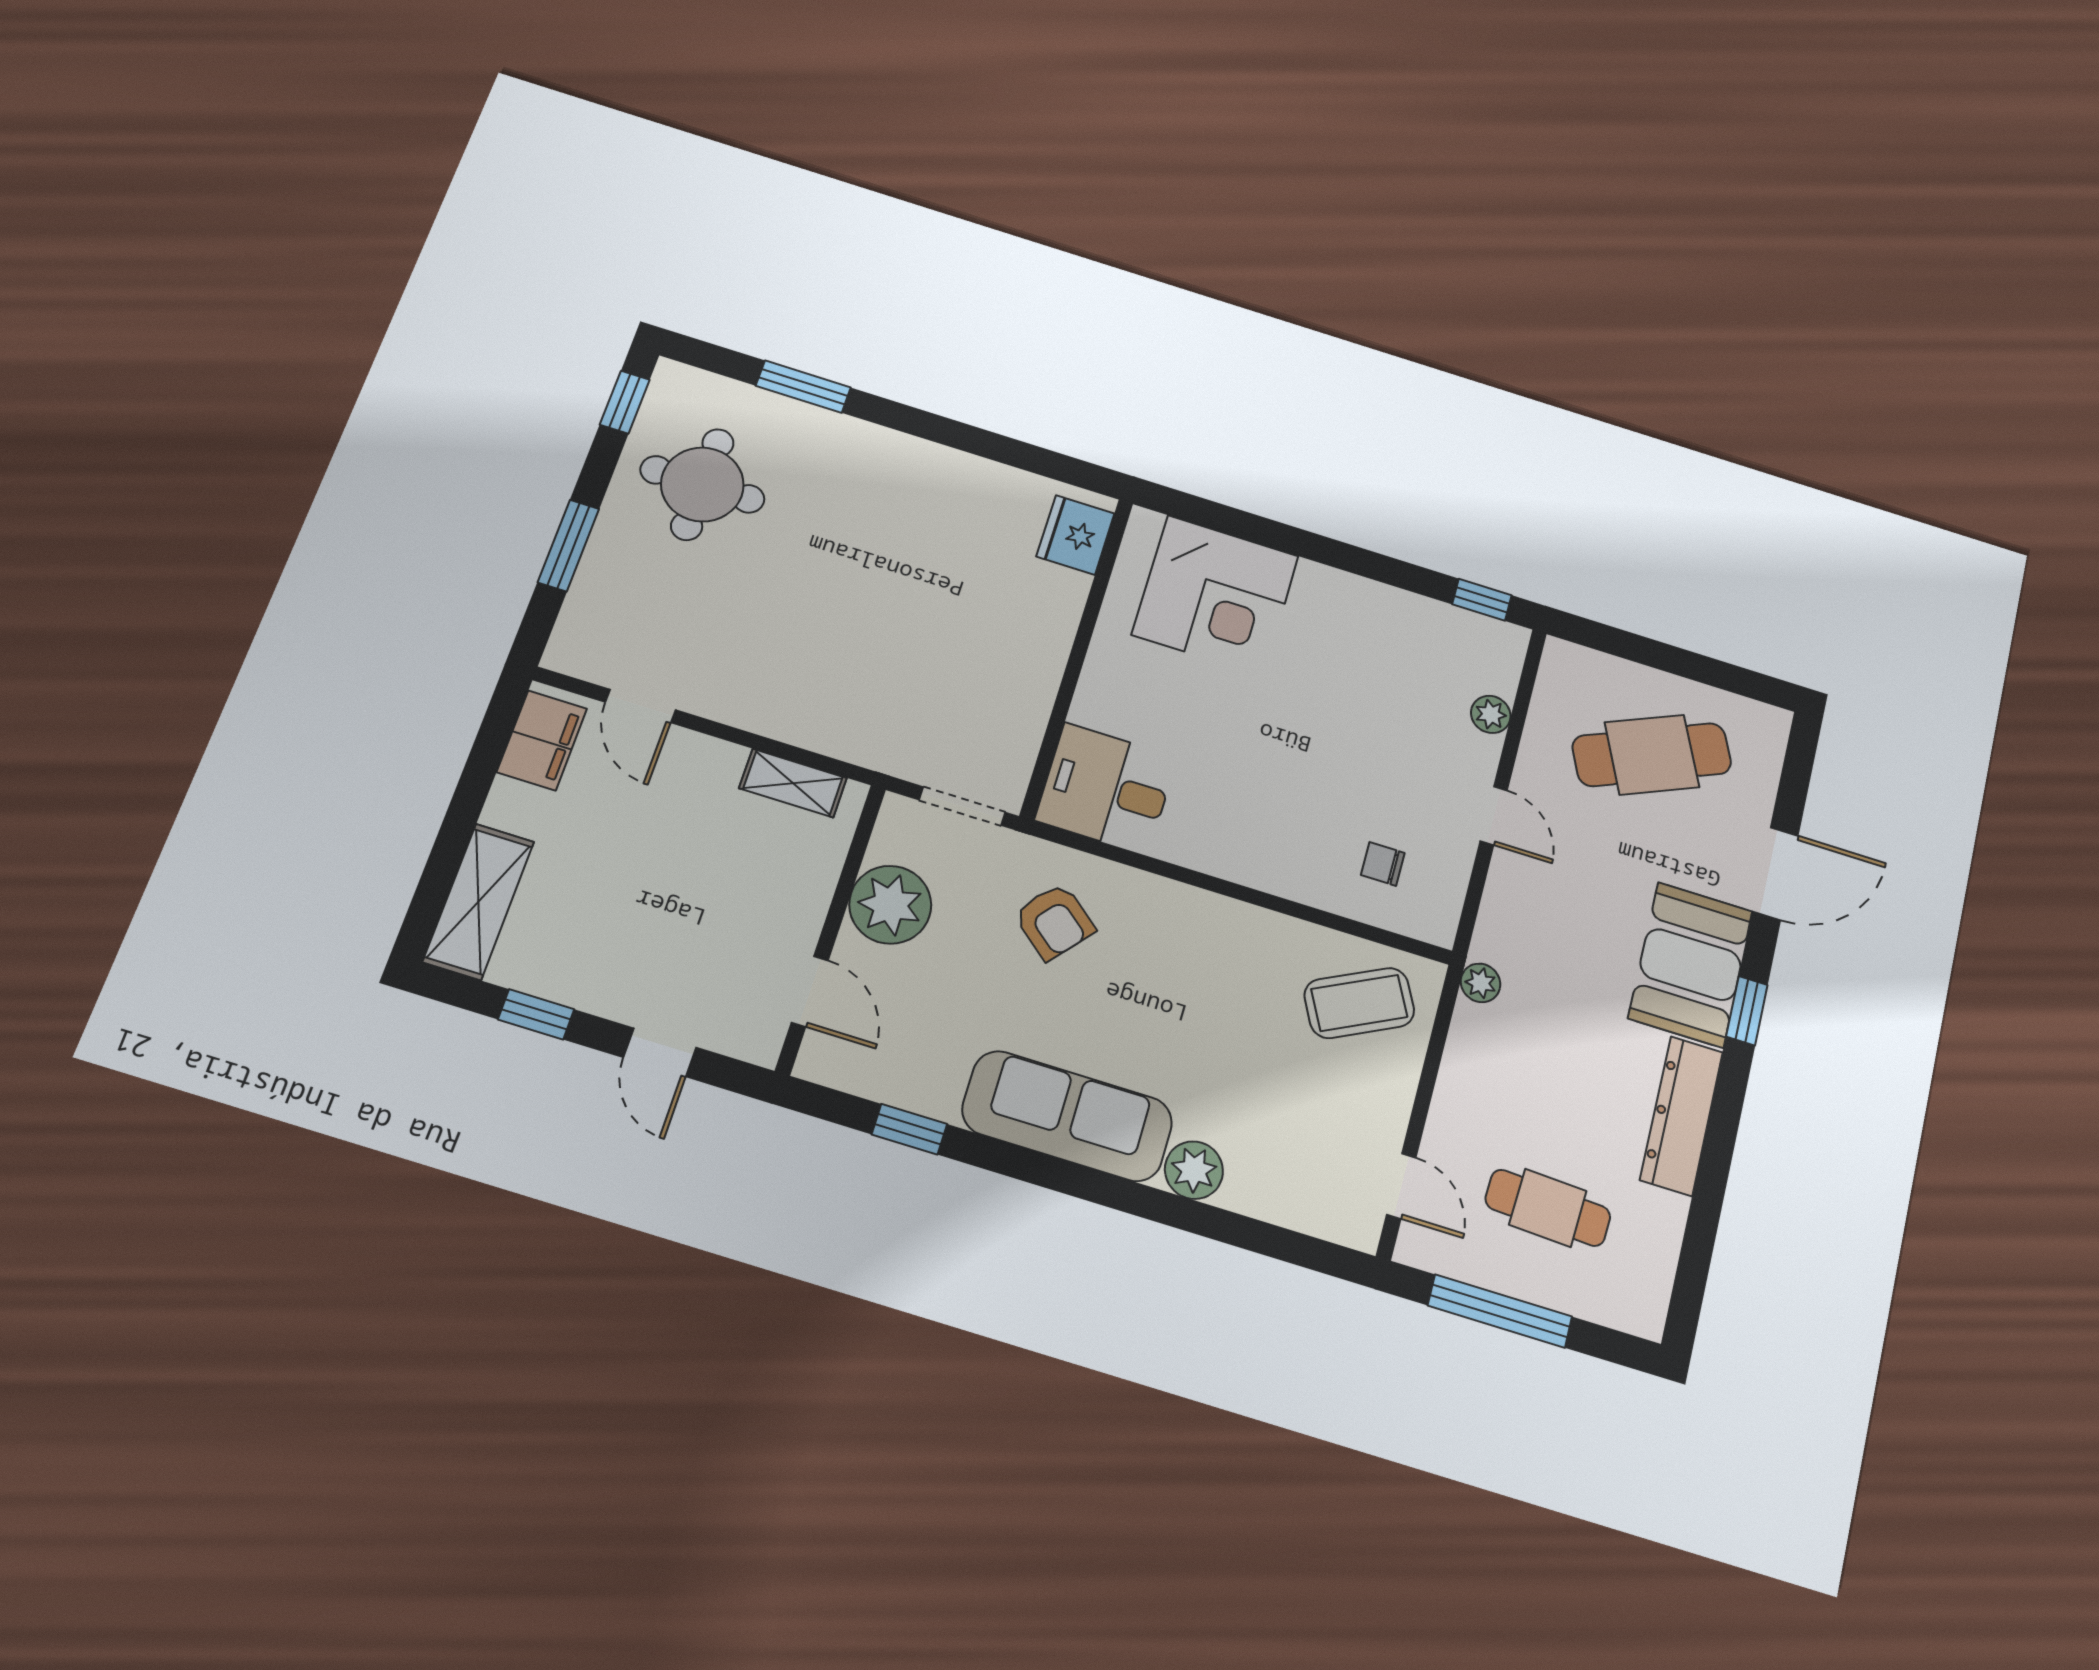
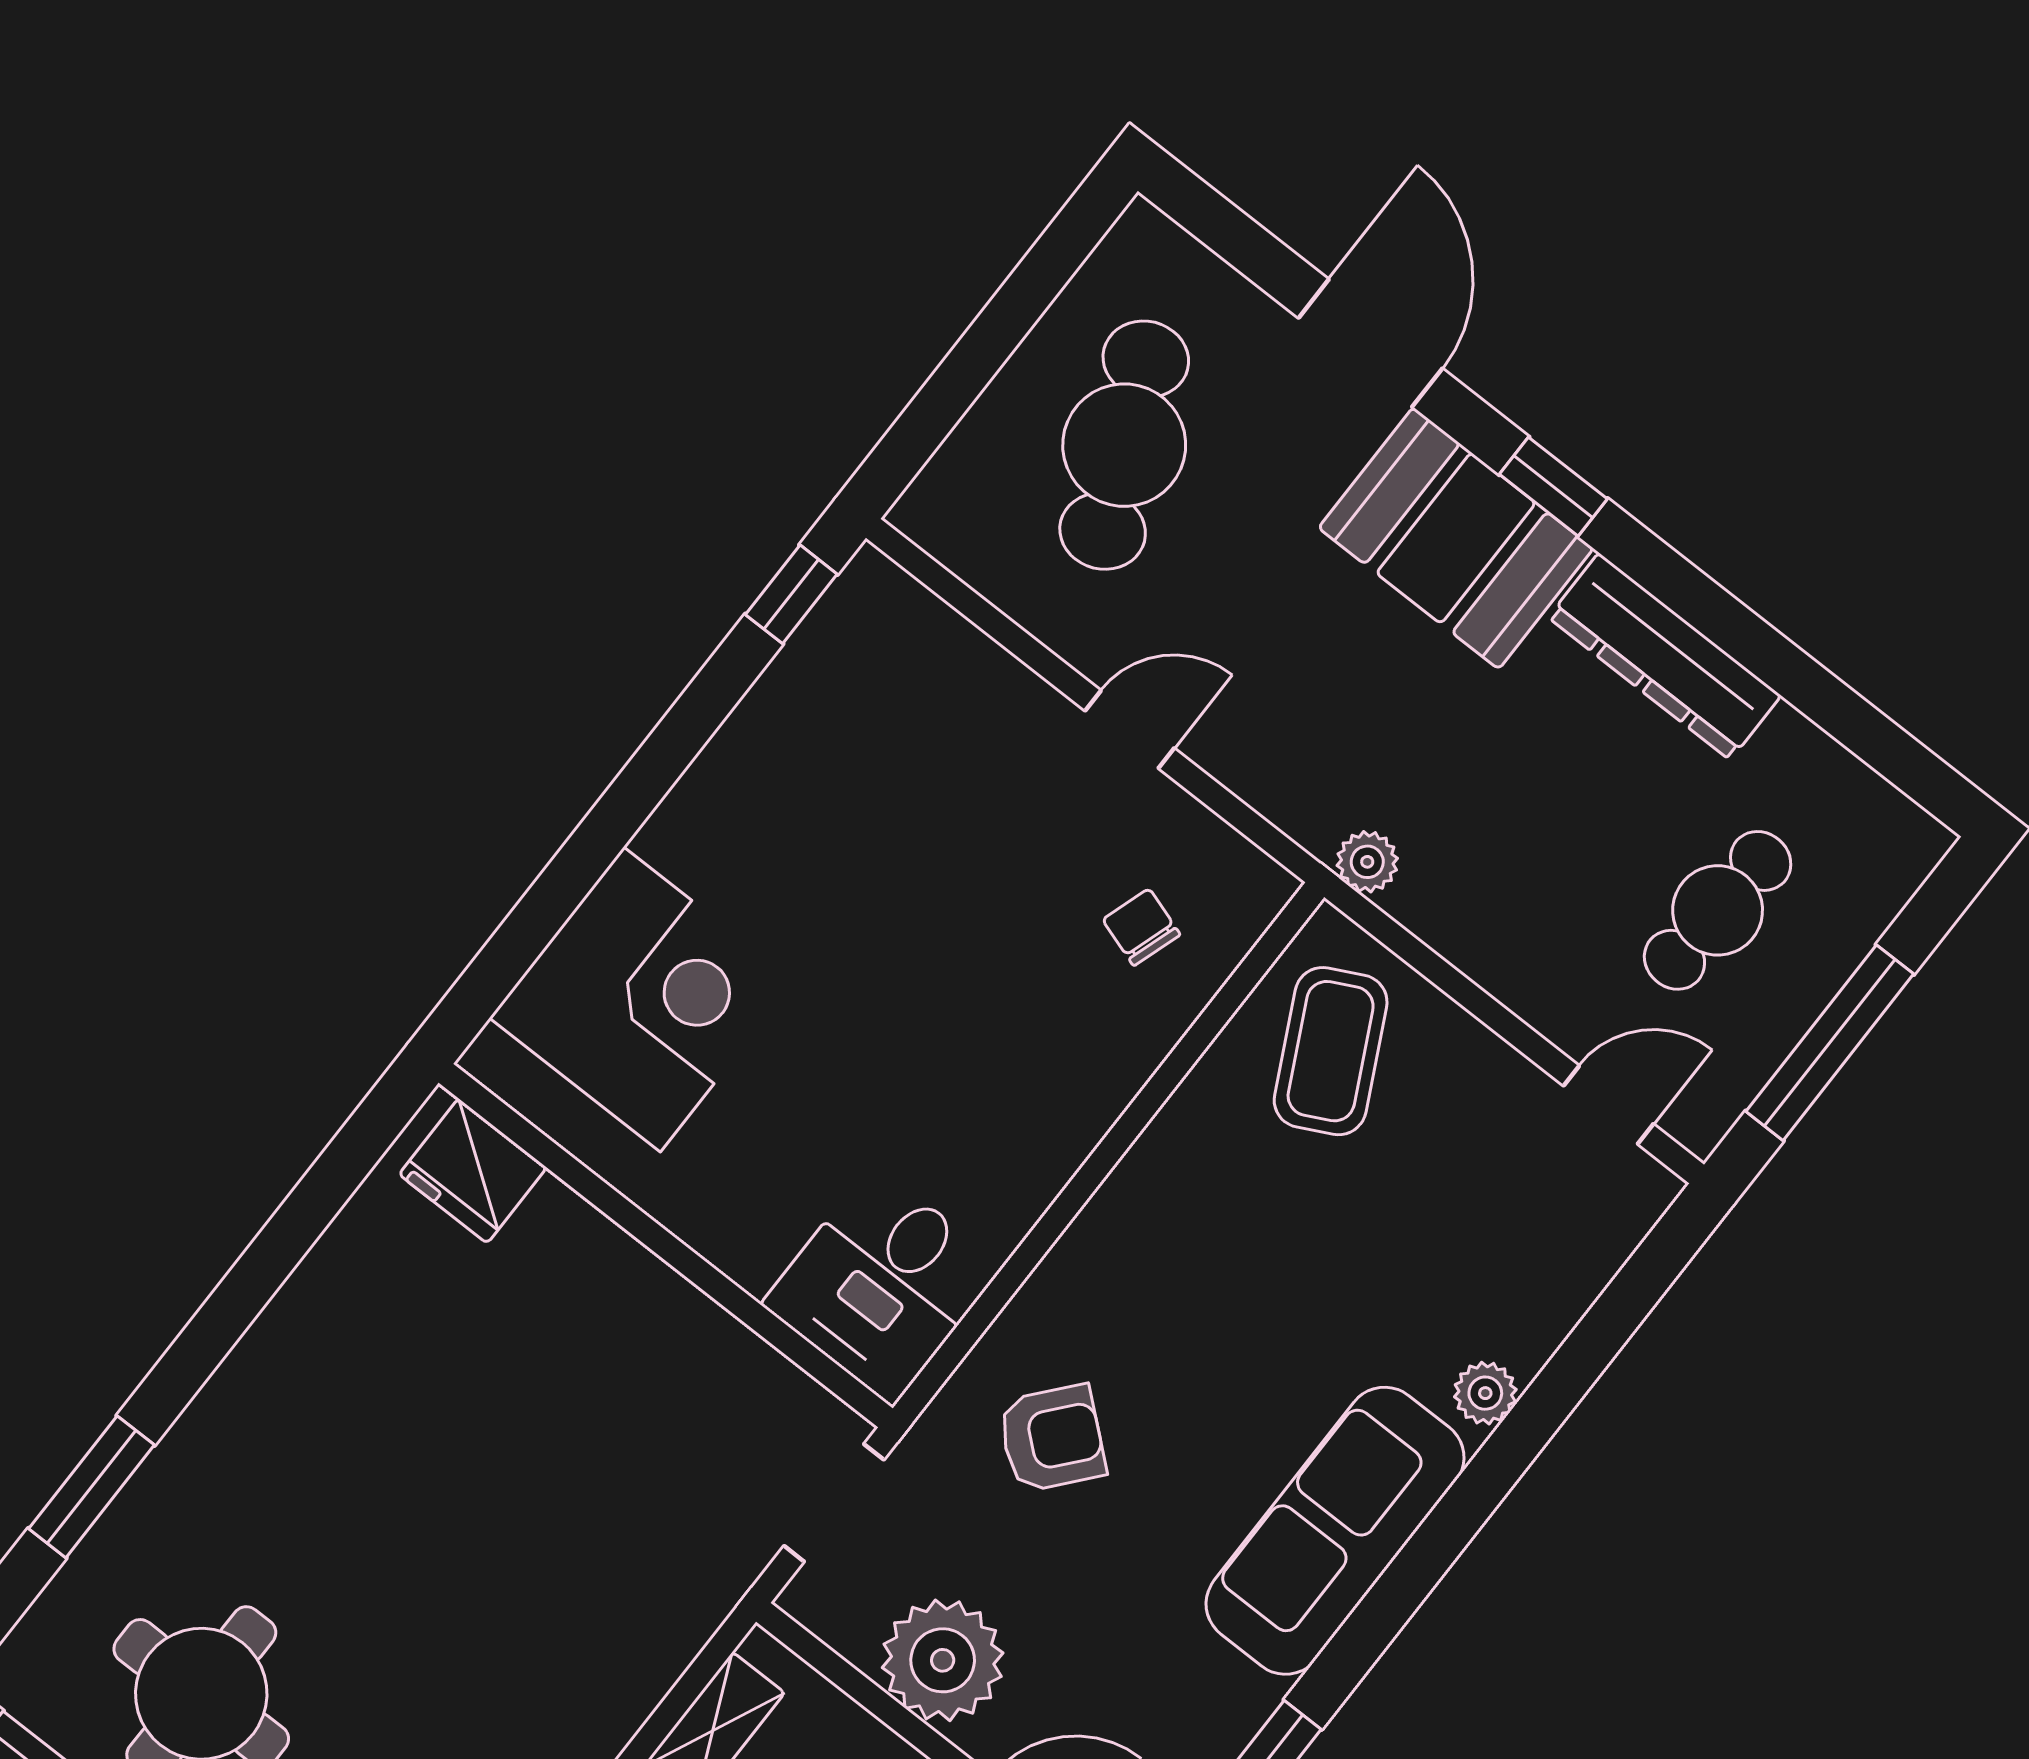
plant: (1491, 714) -> (975, 663), removed
chair: (1383, 864) -> (1141, 927), turned 108
plant: (1194, 1170) -> (1485, 1393), width x0.73, depth x0.73

